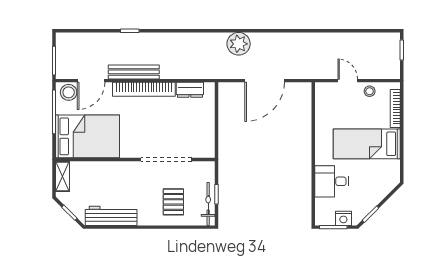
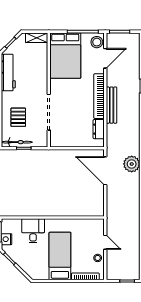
bench: (134, 72) -> (112, 105), moved
door: (91, 81) -> (105, 58), swing flipped
door: (265, 81) -> (105, 171), moved
door: (348, 81) -> (105, 242), hinge flipped
pallet: (173, 202) -> (18, 117), turned 90

